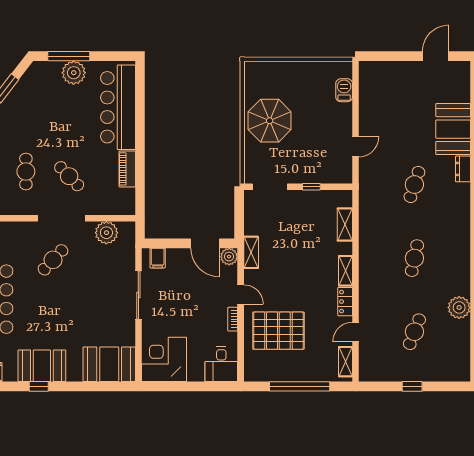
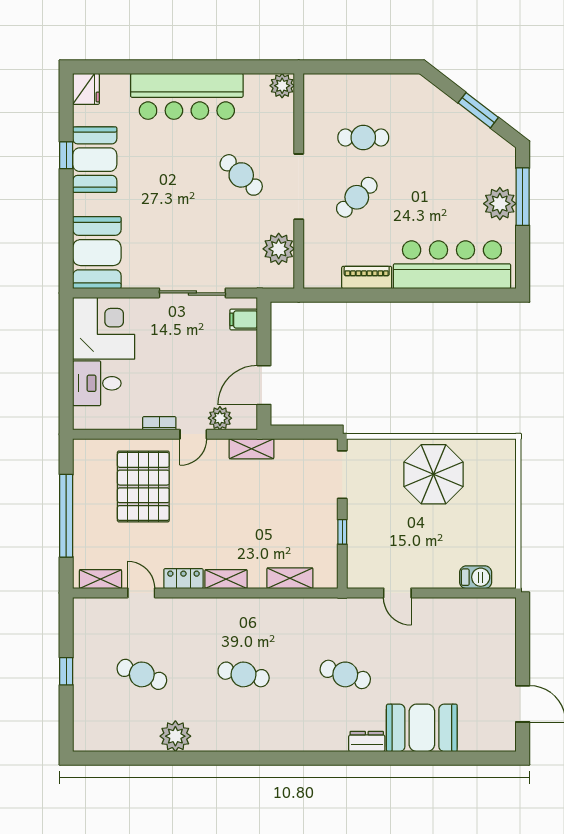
plant: (229, 257) -> (220, 418), moved
desk: (221, 364) -> (97, 383), moved

